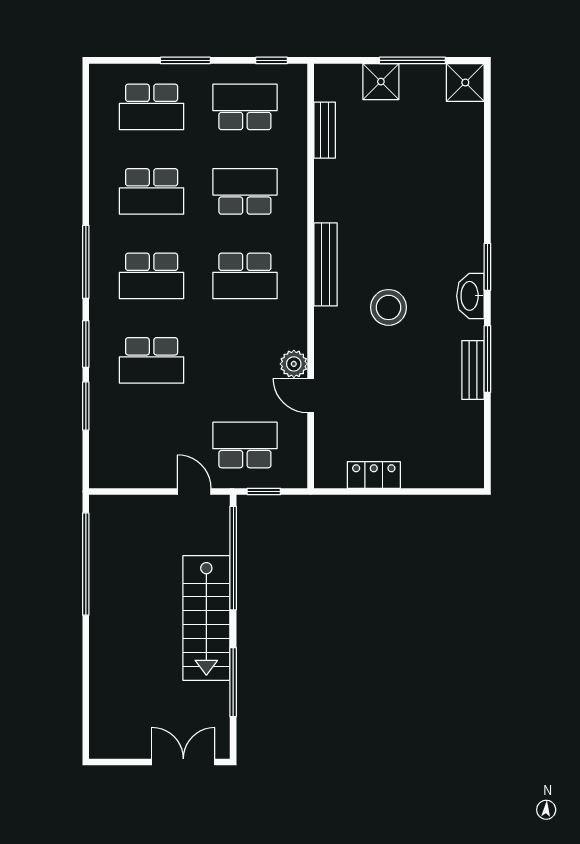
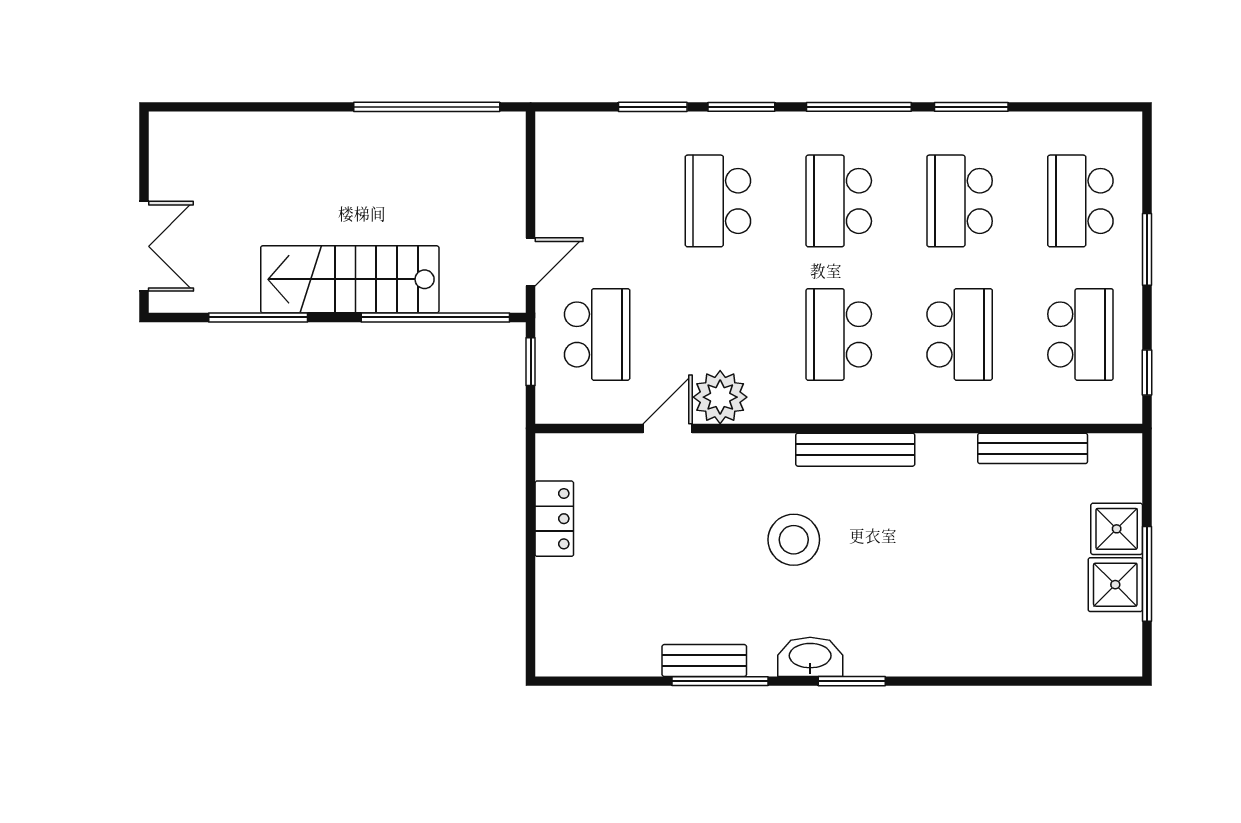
shower: (465, 83) -> (1115, 585), moved
bench: (325, 130) -> (1033, 448), width x1.36
window: (86, 183) -> (971, 107), added
plant: (294, 364) -> (720, 397), width x1.36, depth x1.36

